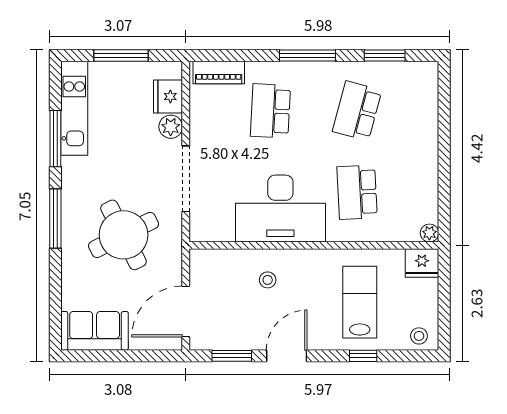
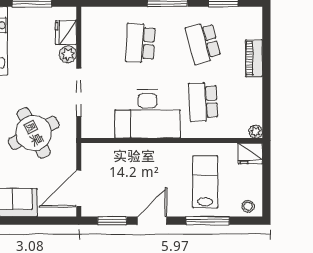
piano: (219, 72) -> (254, 58), moved, turned 90
school desk: (357, 111) -> (203, 43), turned -30
stool: (268, 280) -> (138, 166), removed
window: (363, 356) -> (208, 221), width x2.17

